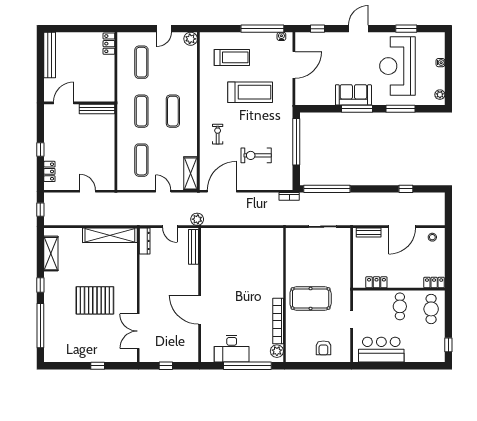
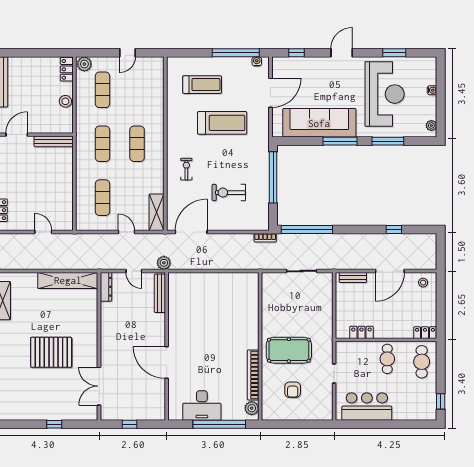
plant: (191, 39) -> (84, 64), moved
reception desk: (397, 66) -> (385, 94), turned 180
stool: (108, 73) -> (65, 101), added
sofa: (353, 95) -> (319, 123), width x1.85, depth x1.27
armchair: (323, 348) -> (293, 390), moved

